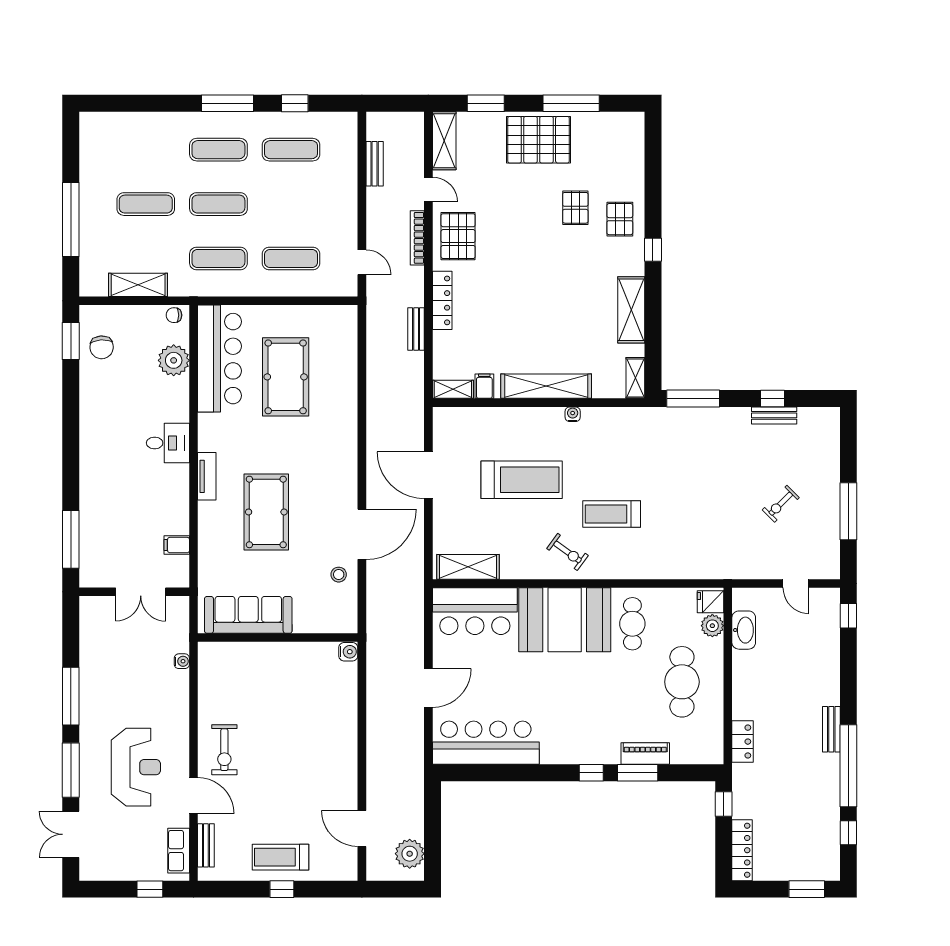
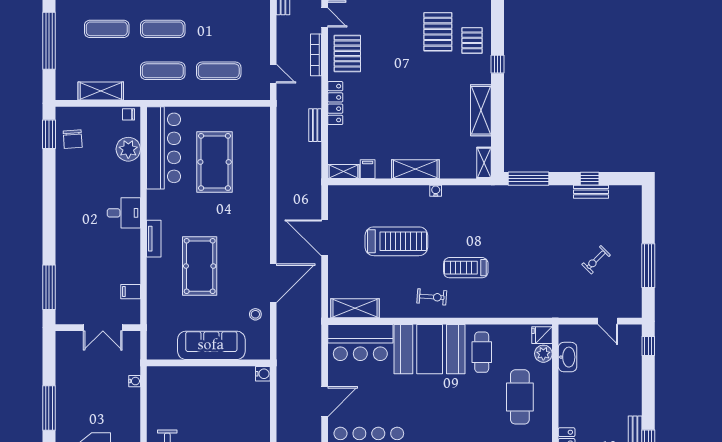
pallet: (575, 208) -> (438, 32), width x1.50, depth x1.42
shelving: (546, 386) -> (415, 169), width x0.68
exercise bike: (568, 552) -> (432, 297), turned -32
sofa: (248, 615) -> (211, 345), moved

